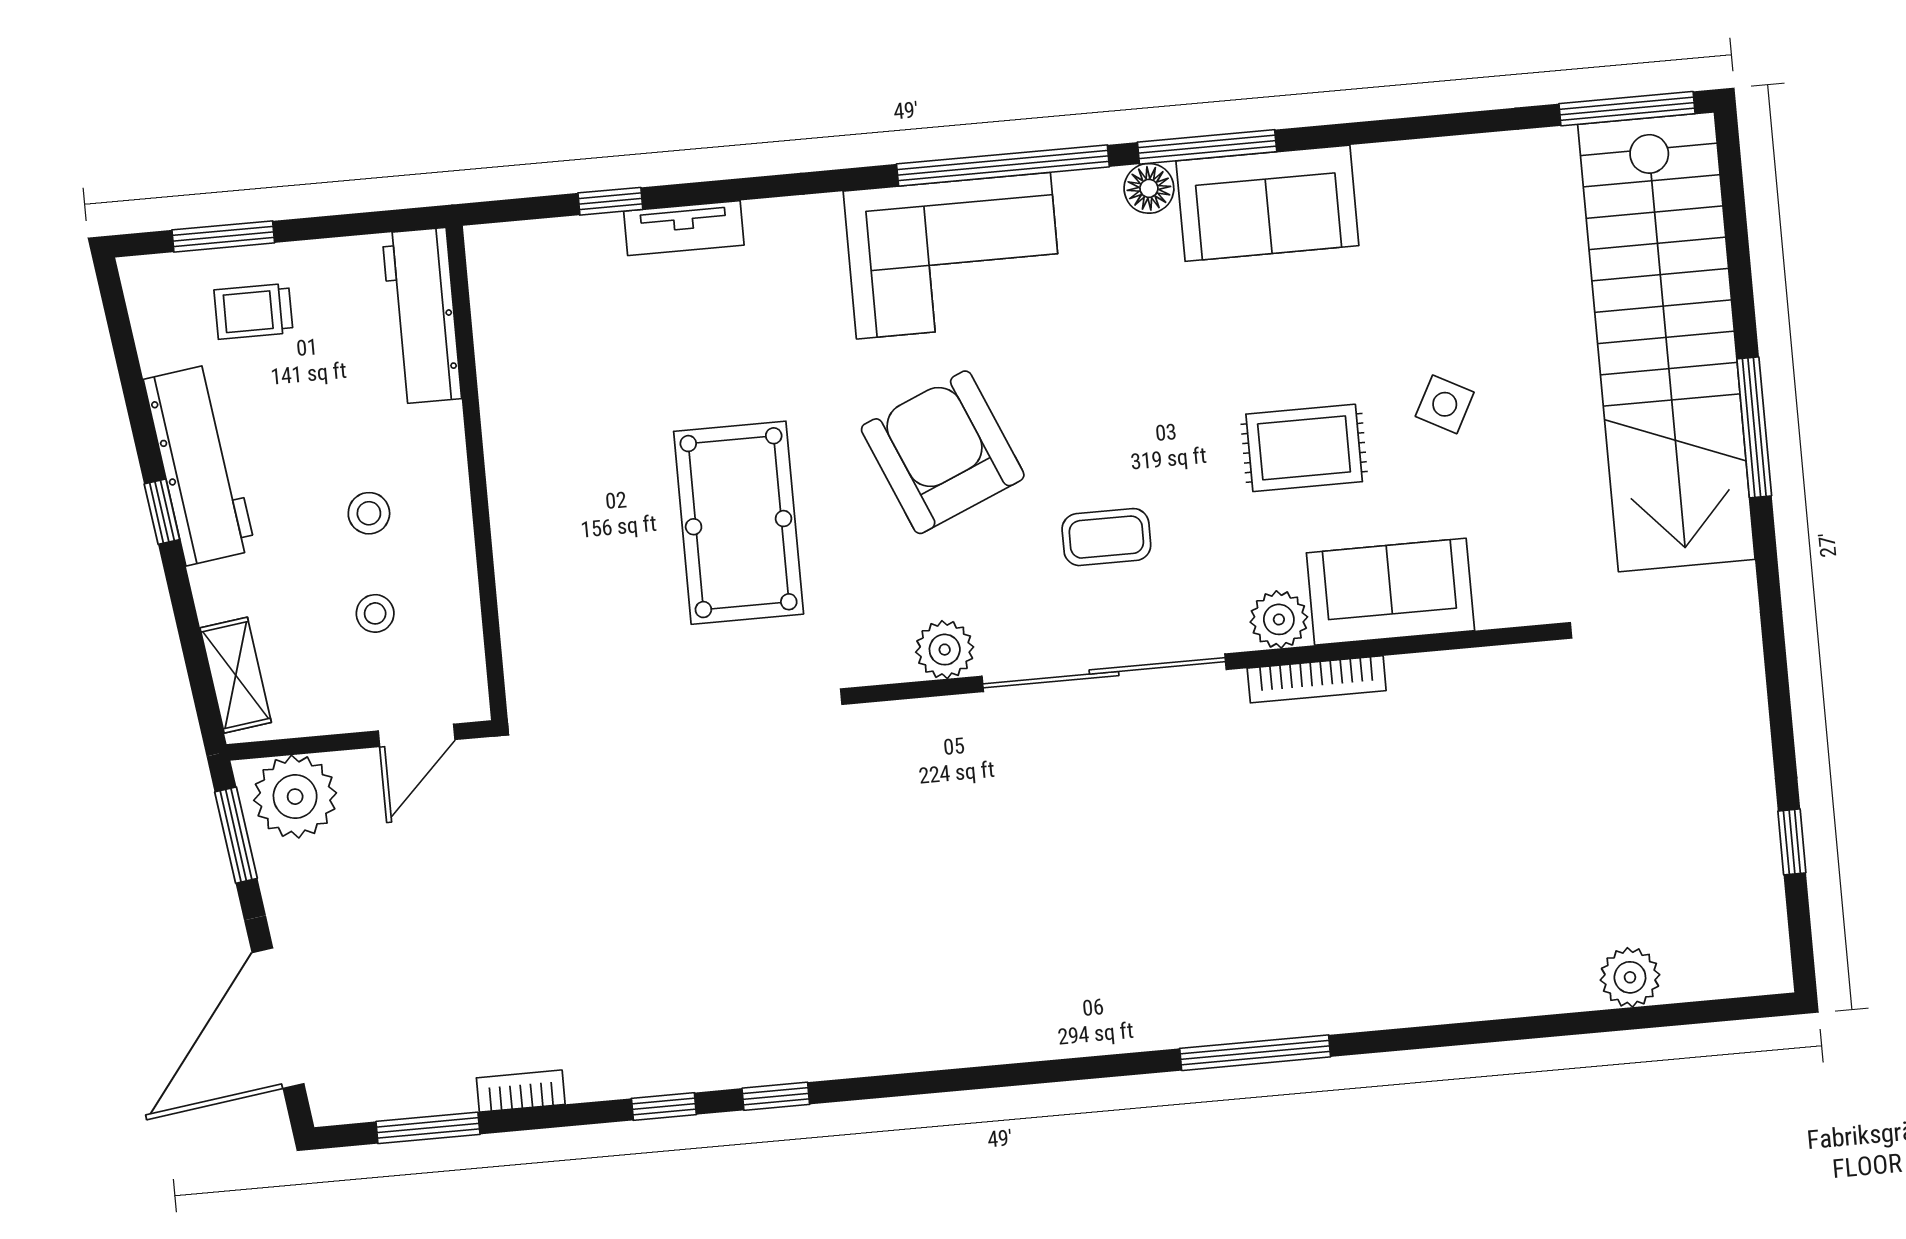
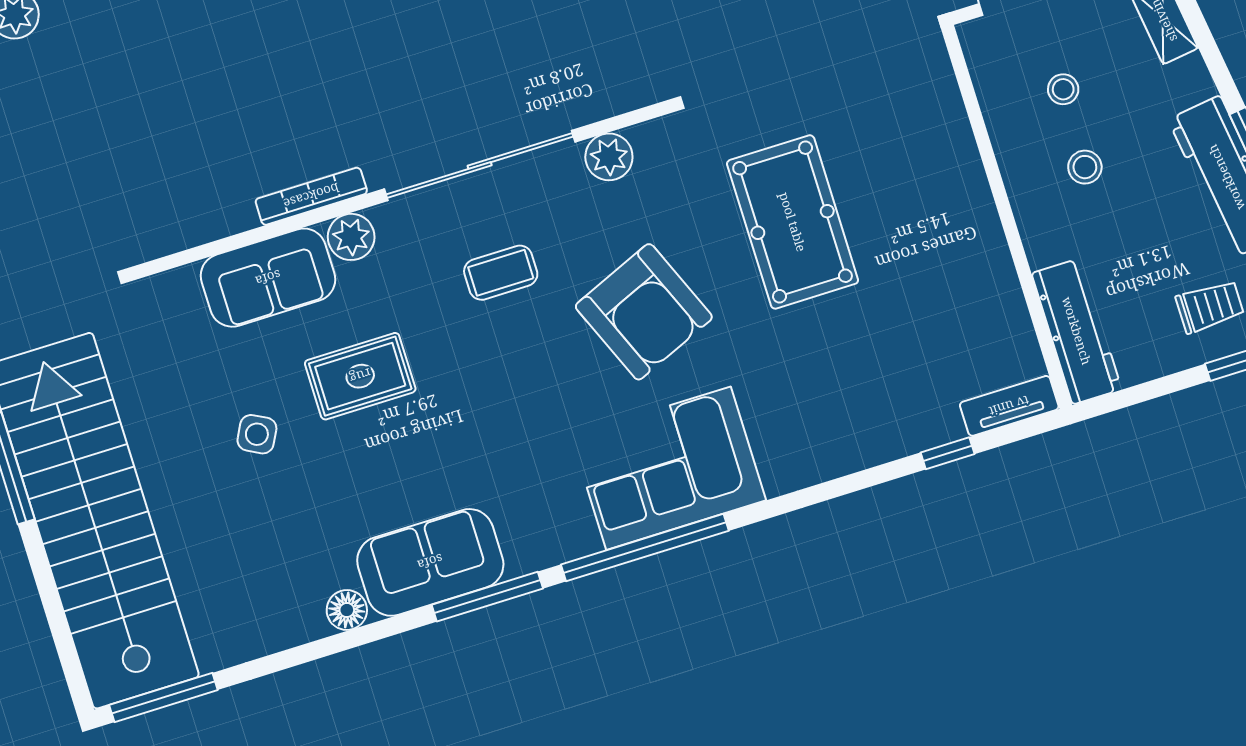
floor lamp: (1149, 188) -> (347, 610), moved
tv unit: (684, 228) -> (1009, 406), moved

